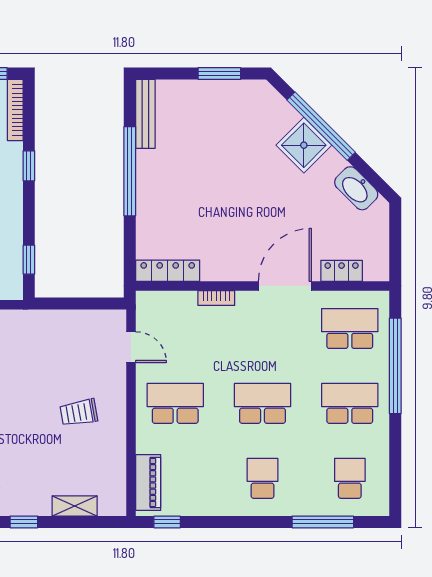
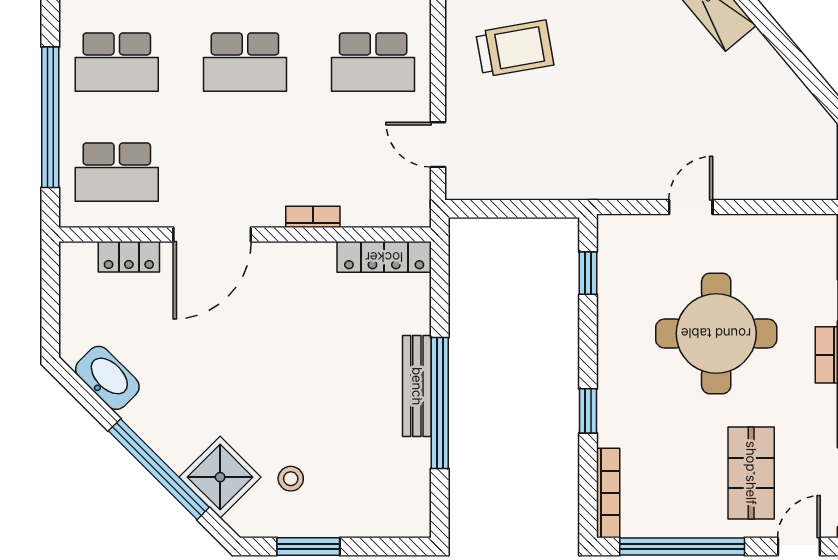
bench: (145, 114) -> (417, 386), moved
stool: (231, 120) -> (291, 479), added
shower: (304, 145) -> (220, 477), moved
trolley: (79, 413) -> (515, 49), width x1.36, depth x1.39

